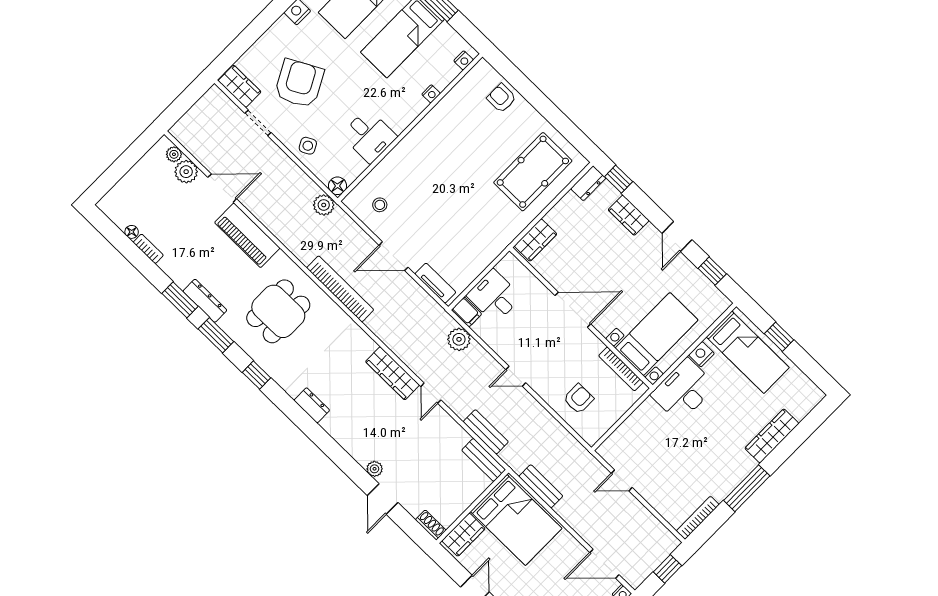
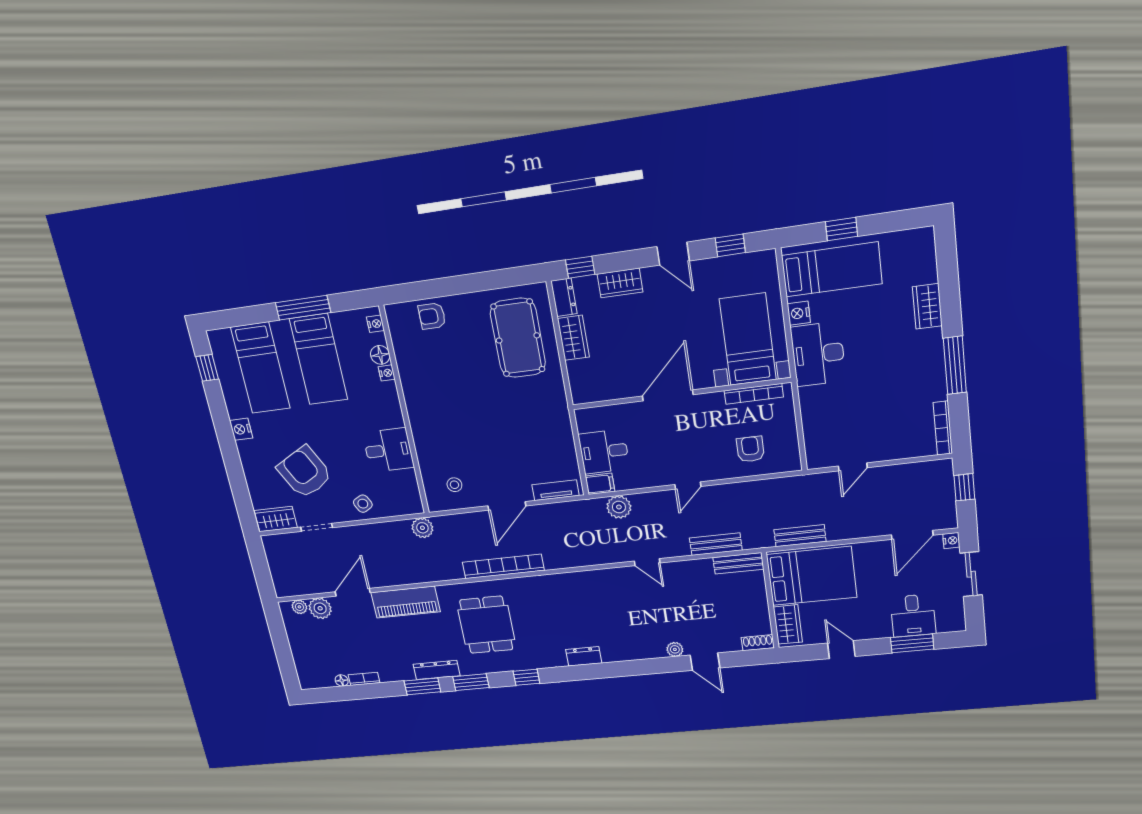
floor lamp: (338, 186) -> (380, 355), moved
wardrobe: (536, 240) -> (573, 338), moved
wardrobe: (393, 373) -> (606, 579), removed
wardrobe: (772, 436) -> (927, 306), width x0.67

